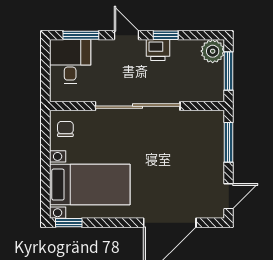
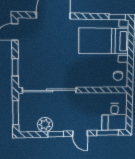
printer: (158, 50) -> (61, 125), removed
plant: (213, 51) -> (45, 125), moved
sliding door: (138, 106) -> (50, 90), moved
window: (229, 142) -> (15, 67), width x0.67

